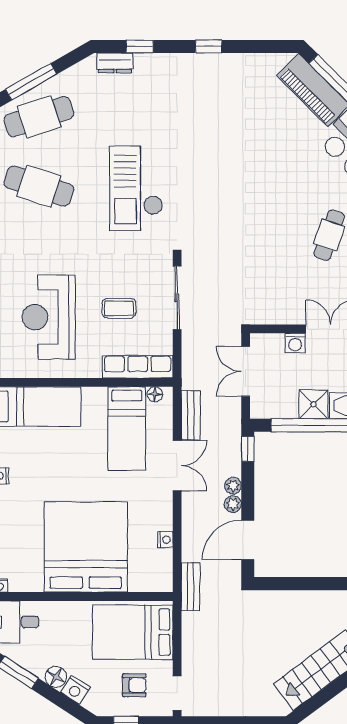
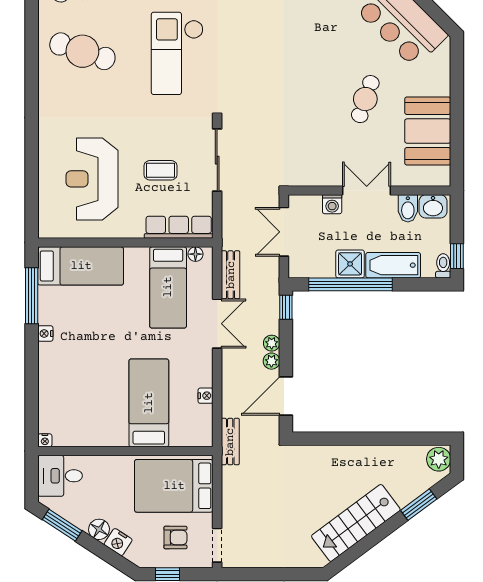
bed: (86, 547) -> (149, 403), width x0.49

